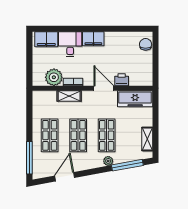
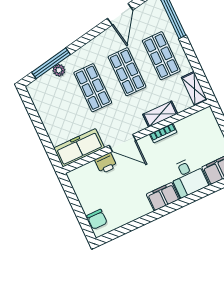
plant: (54, 77) -> (189, 128), removed
shelving: (147, 139) -> (194, 89), moved
plant: (108, 161) -> (59, 70), moved

